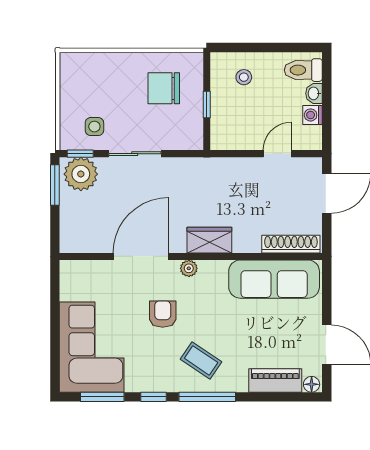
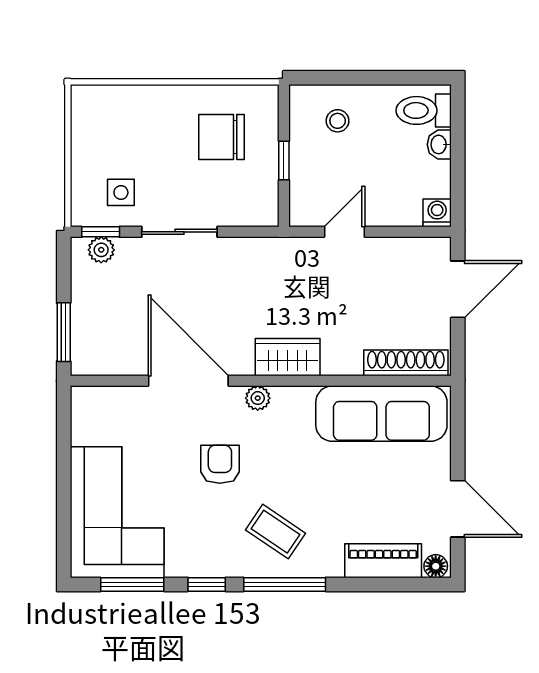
washing machine: (312, 115) -> (437, 213), moved, turned 90
door: (277, 154) -> (344, 232), moved
plant: (81, 174) -> (101, 250), width x0.53, depth x0.53
window: (55, 185) -> (64, 332), moved
door: (141, 256) -> (188, 381), hinge flipped

